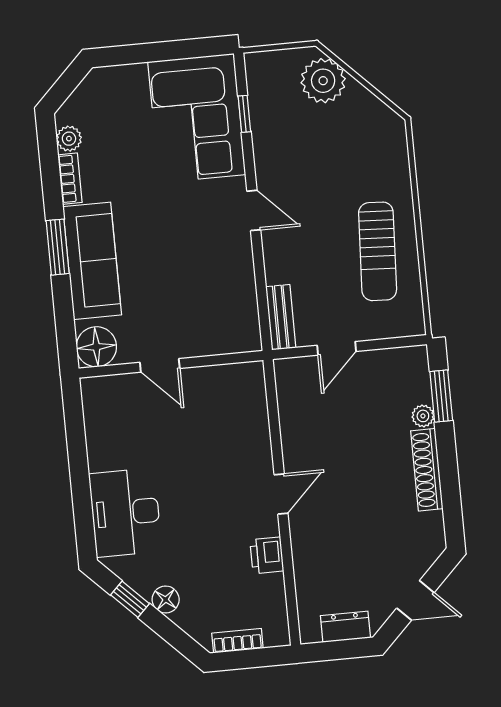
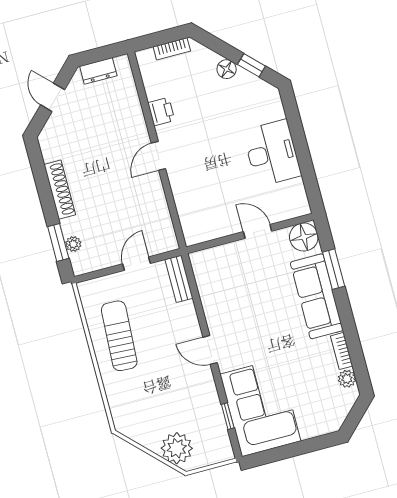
window: (58, 247) -> (334, 269), moved
plant: (423, 416) -> (73, 244), moved
desk: (125, 513) -> (272, 153), moved
door: (415, 600) -> (53, 97), hinge flipped

